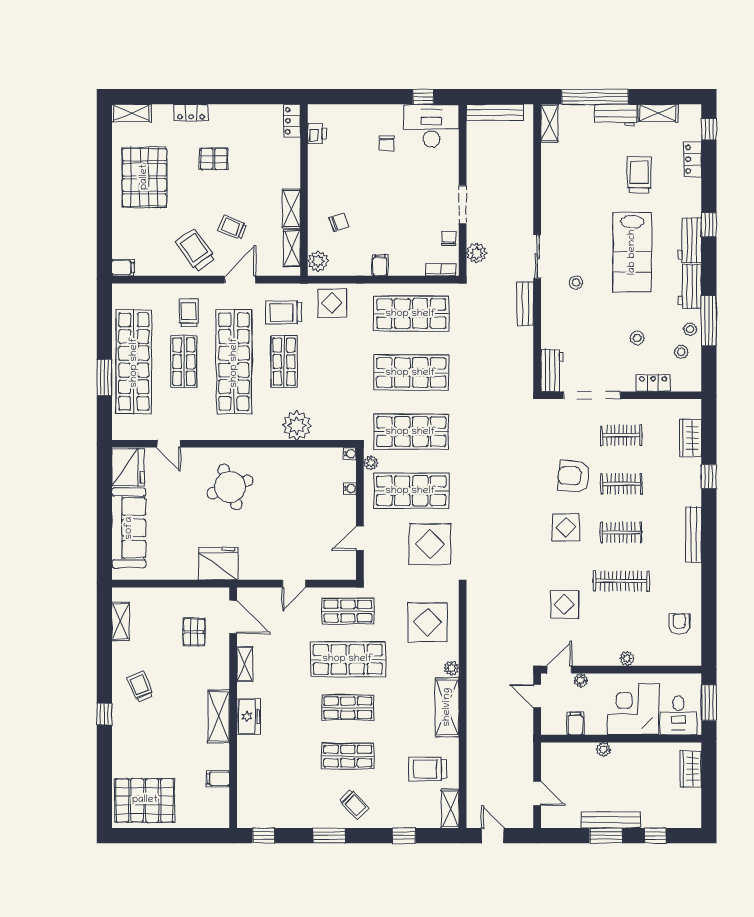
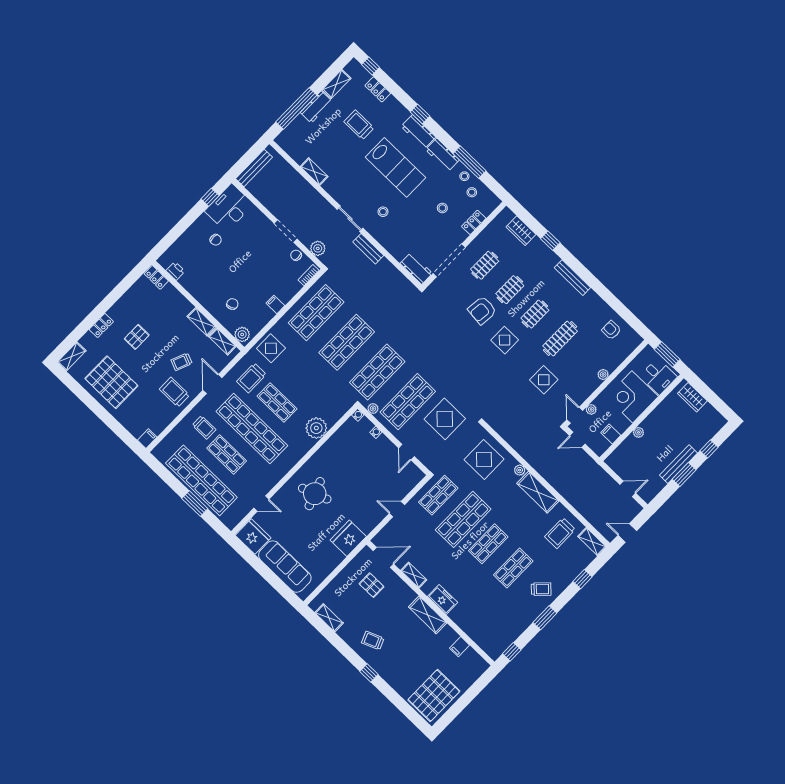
shelving: (549, 123) -> (314, 172), moved
trolley: (195, 250) -> (174, 392), turned 35
trolley: (189, 313) -> (204, 427), turned 180
door: (294, 584) -> (397, 509), swing flipped

